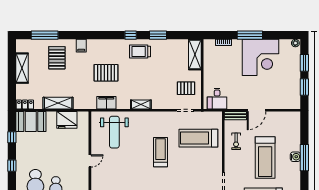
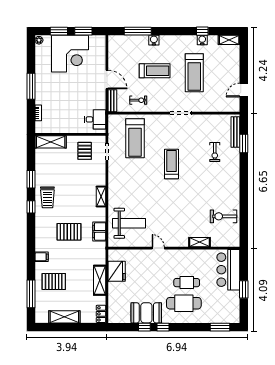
corner desk: (260, 57) -> (70, 54), moved, turned 90
pallet: (106, 73) -> (69, 232), turned 90
booth: (31, 121) -> (146, 313), moved, turned 90
window: (12, 137) -> (144, 327), moved
treadmill: (161, 152) -> (171, 164), moved, turned 90
treadmill: (265, 157) -> (155, 71), width x0.73, depth x0.73
window: (304, 158) -> (138, 31), moved

